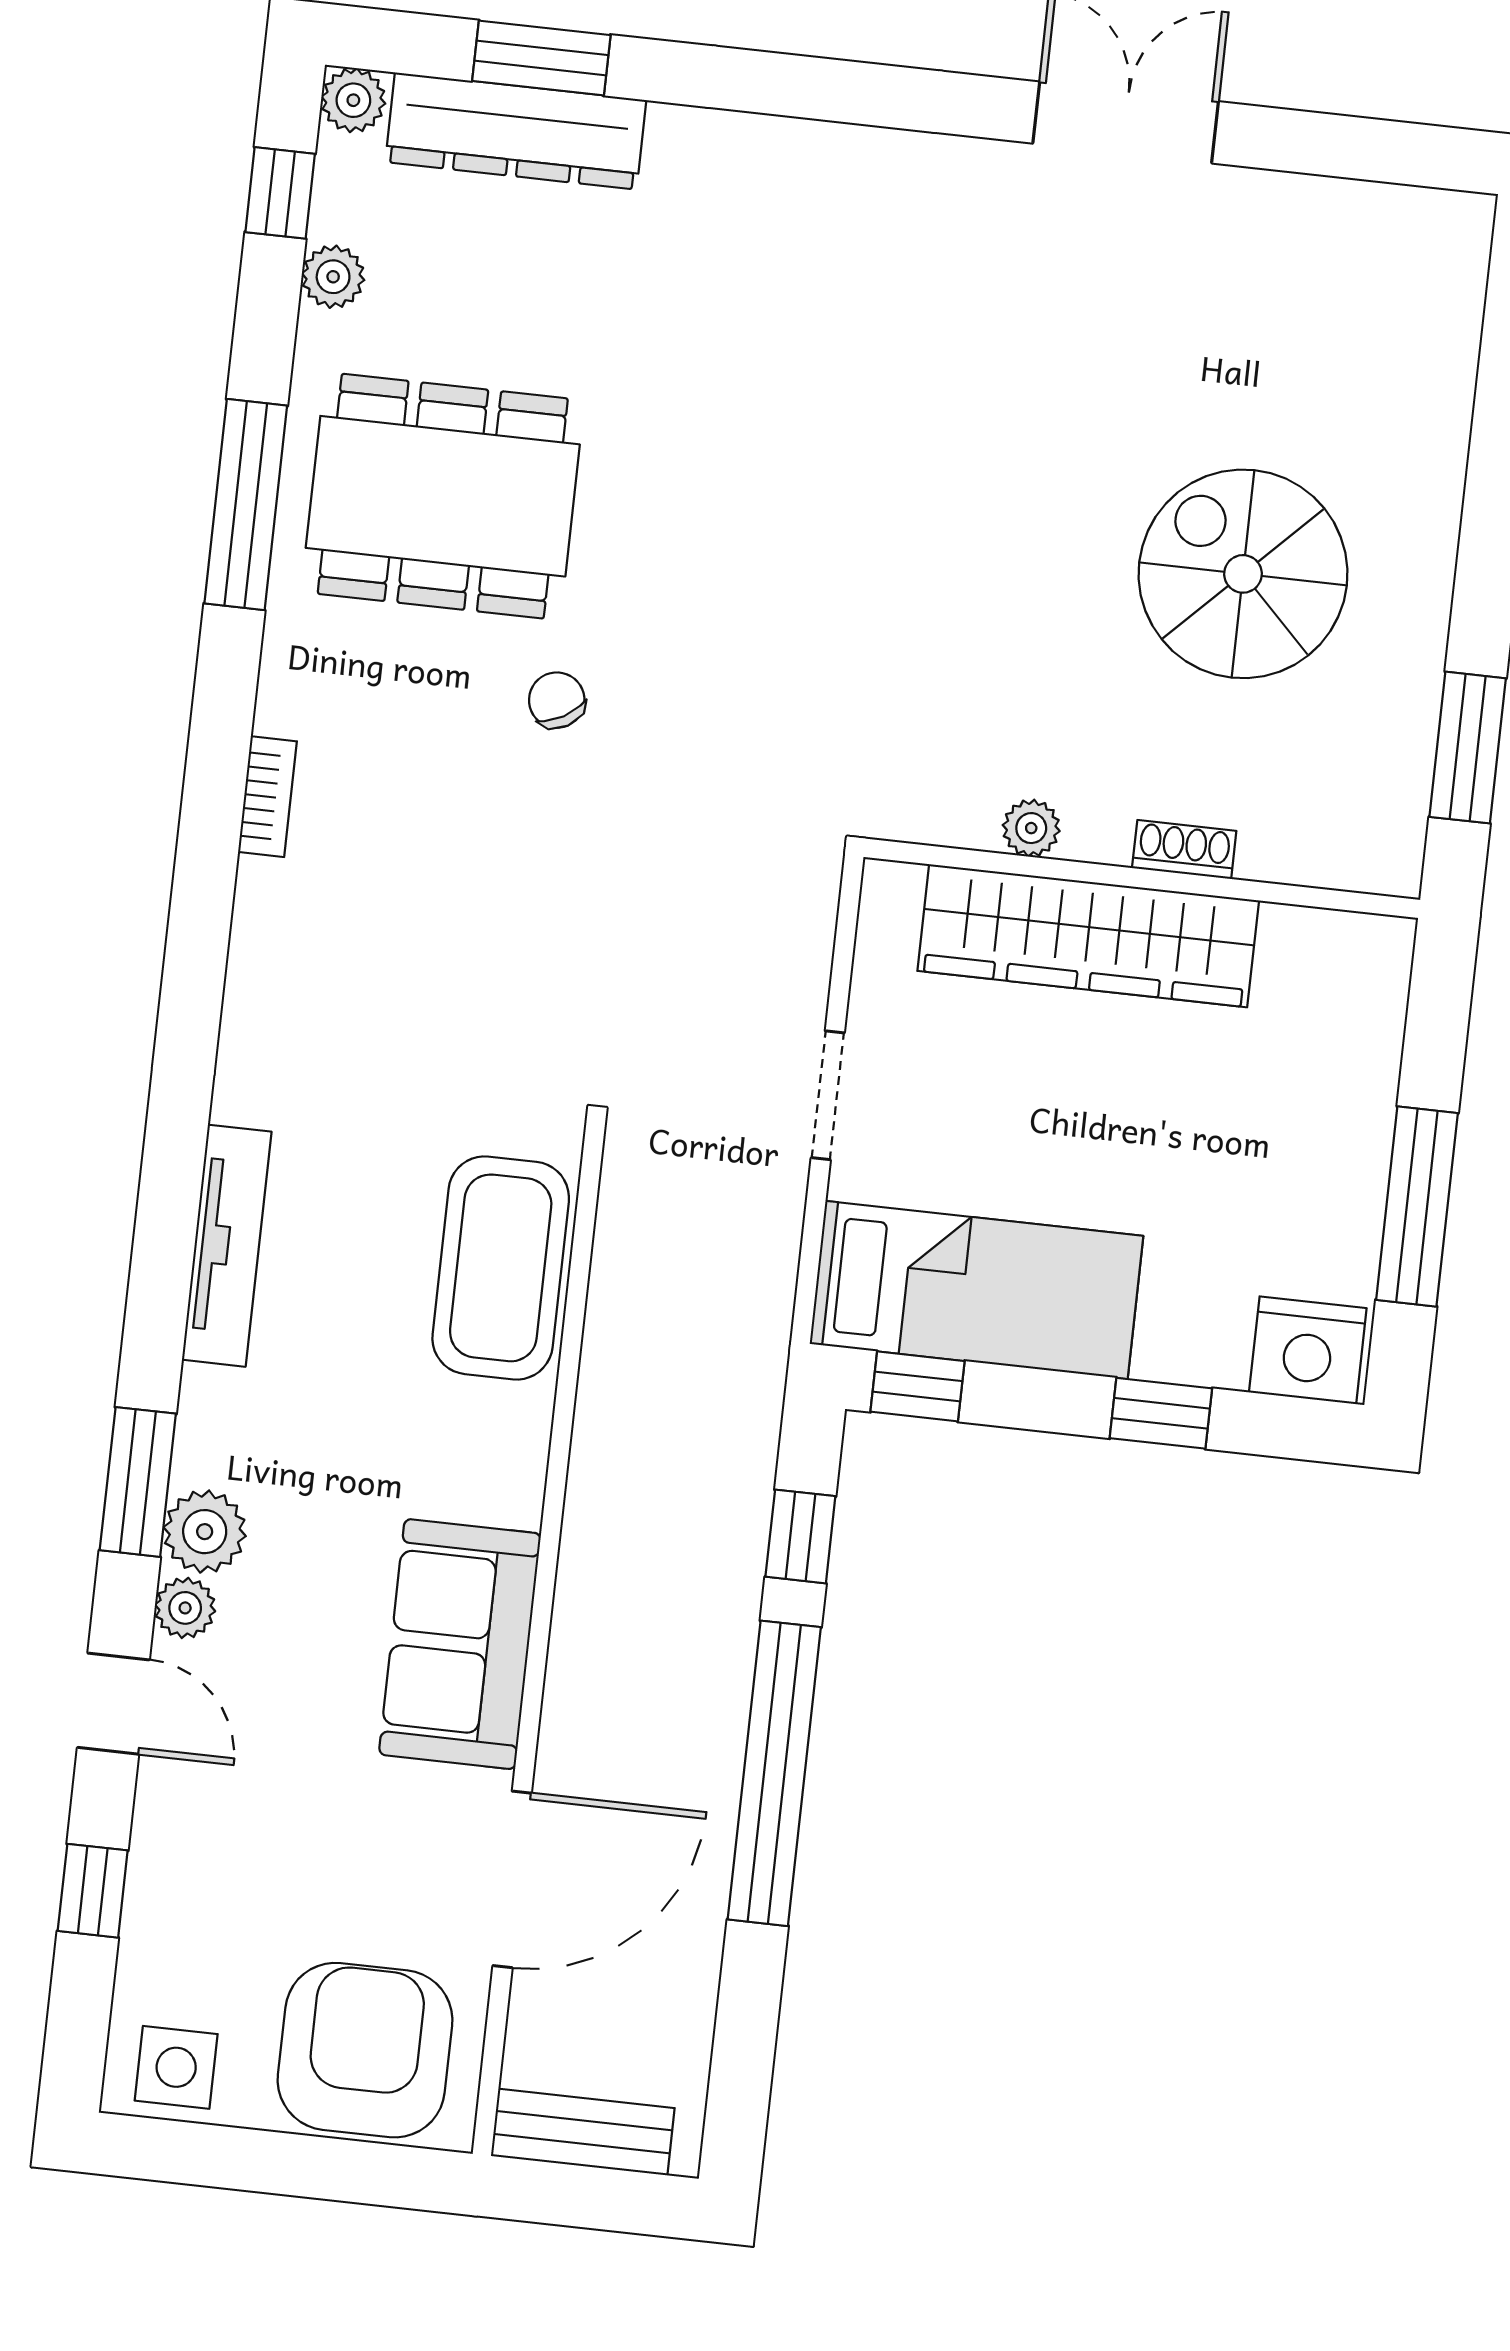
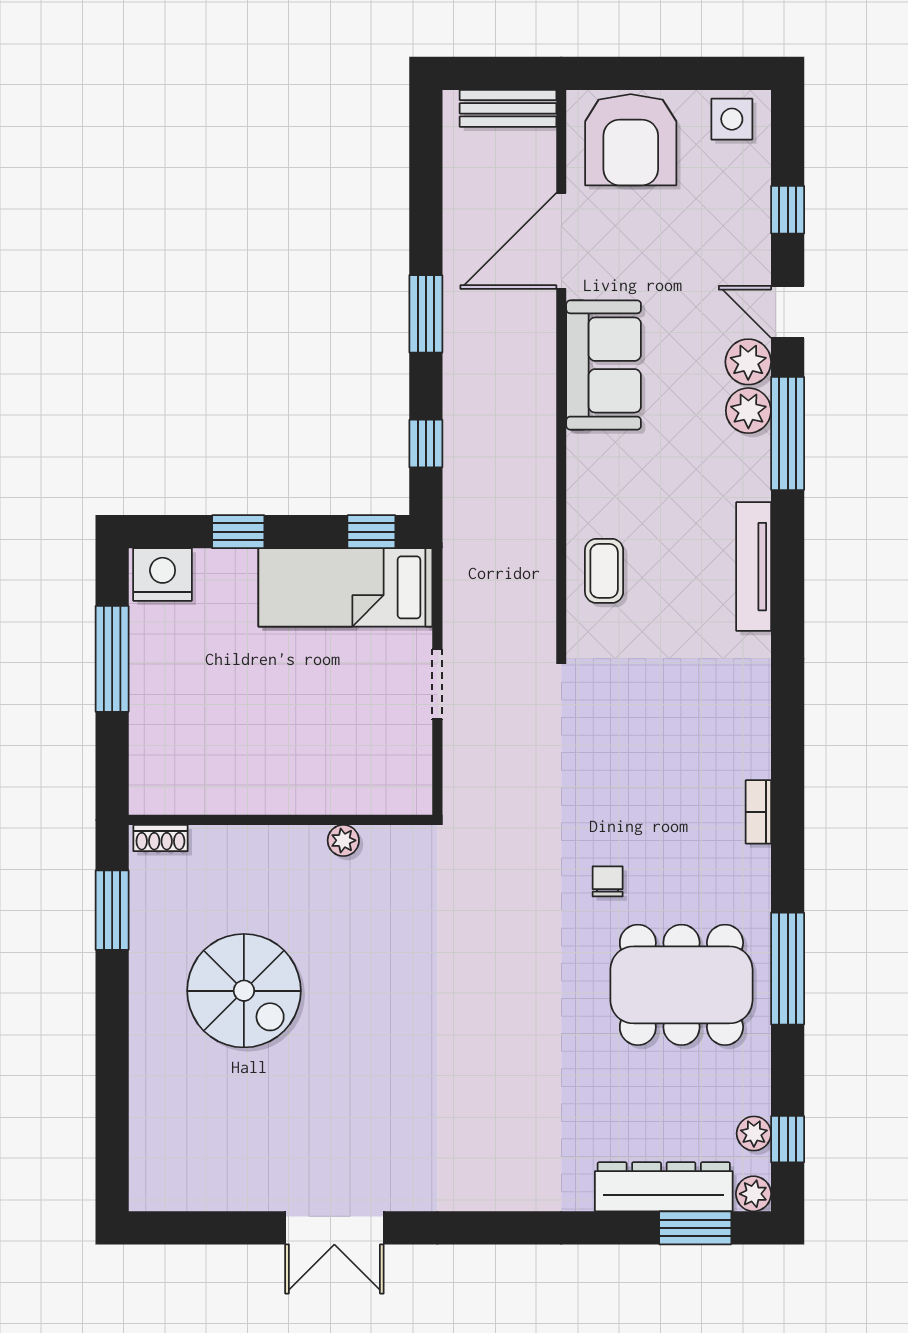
window: (541, 58) -> (695, 1228), moved
plant: (333, 277) -> (754, 1133), moved
chair: (557, 700) -> (608, 881), turned -150
shoe rack: (1184, 850) -> (160, 838), moved
wardrobe: (1088, 936) -> (306, 786), removed
coffee table: (501, 1268) -> (604, 571), width x0.54, depth x0.58
window: (138, 1482) -> (788, 433), width x1.44
plant: (185, 1608) -> (748, 362), width x1.38, depth x1.38
window: (774, 1773) -> (426, 314), width x0.47

